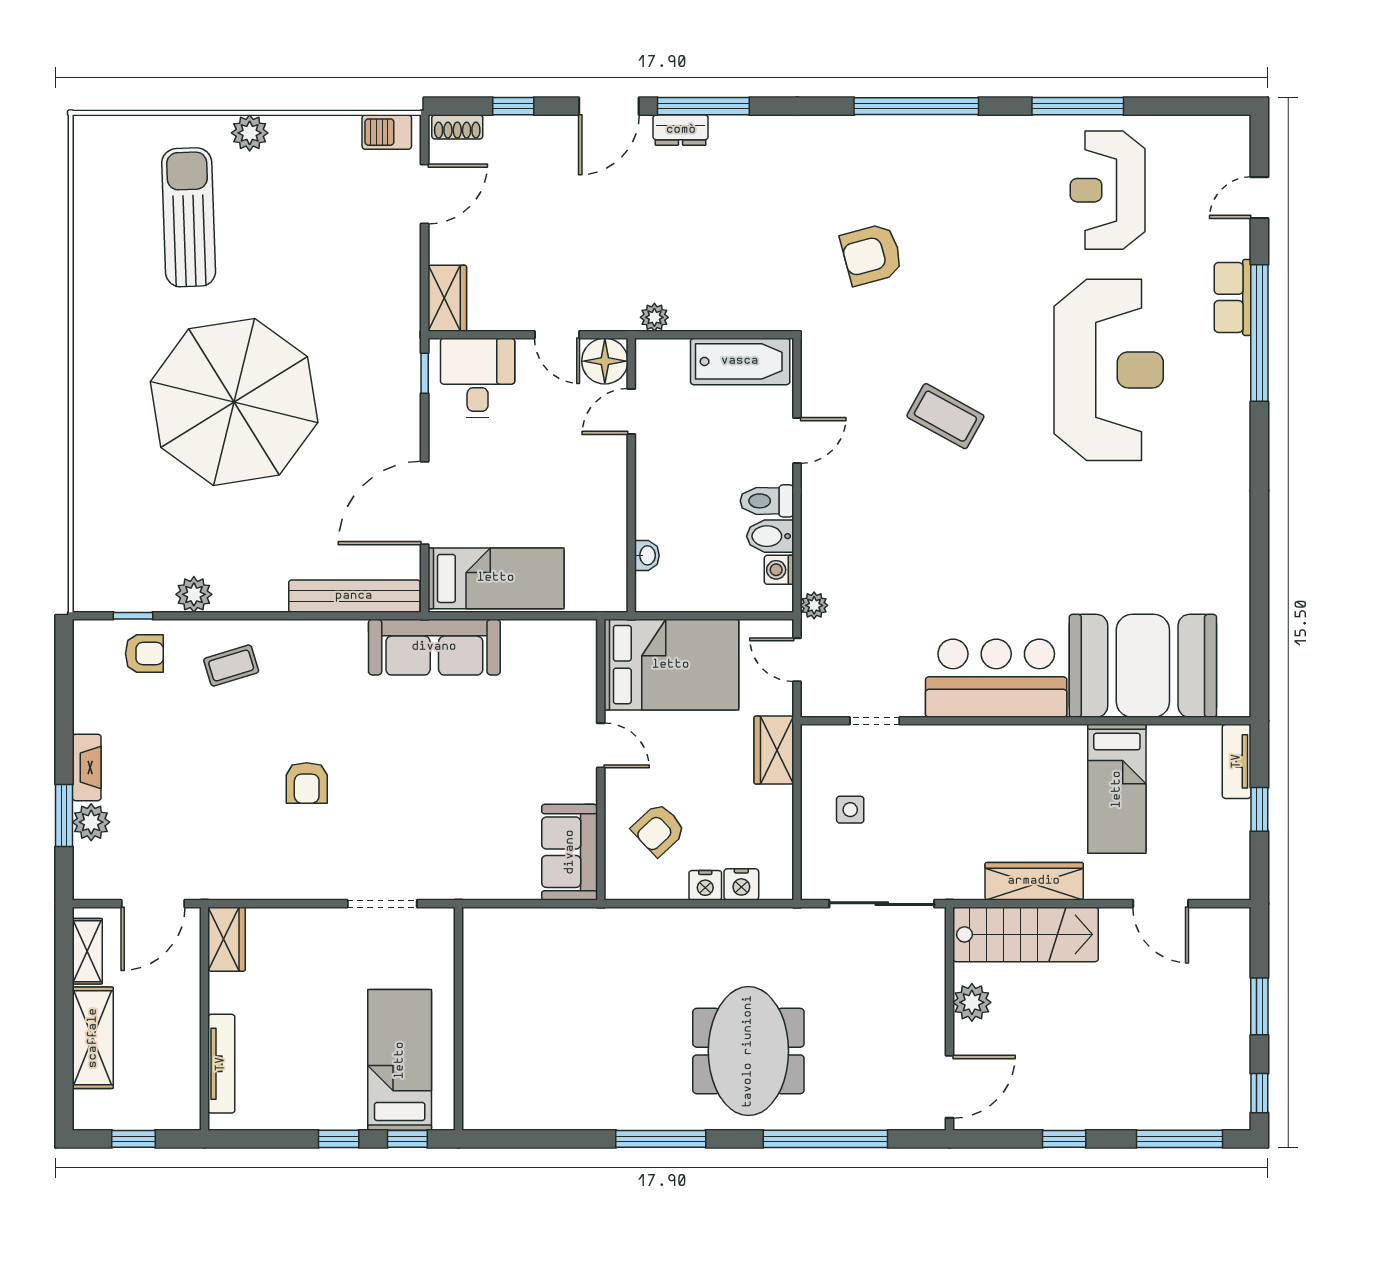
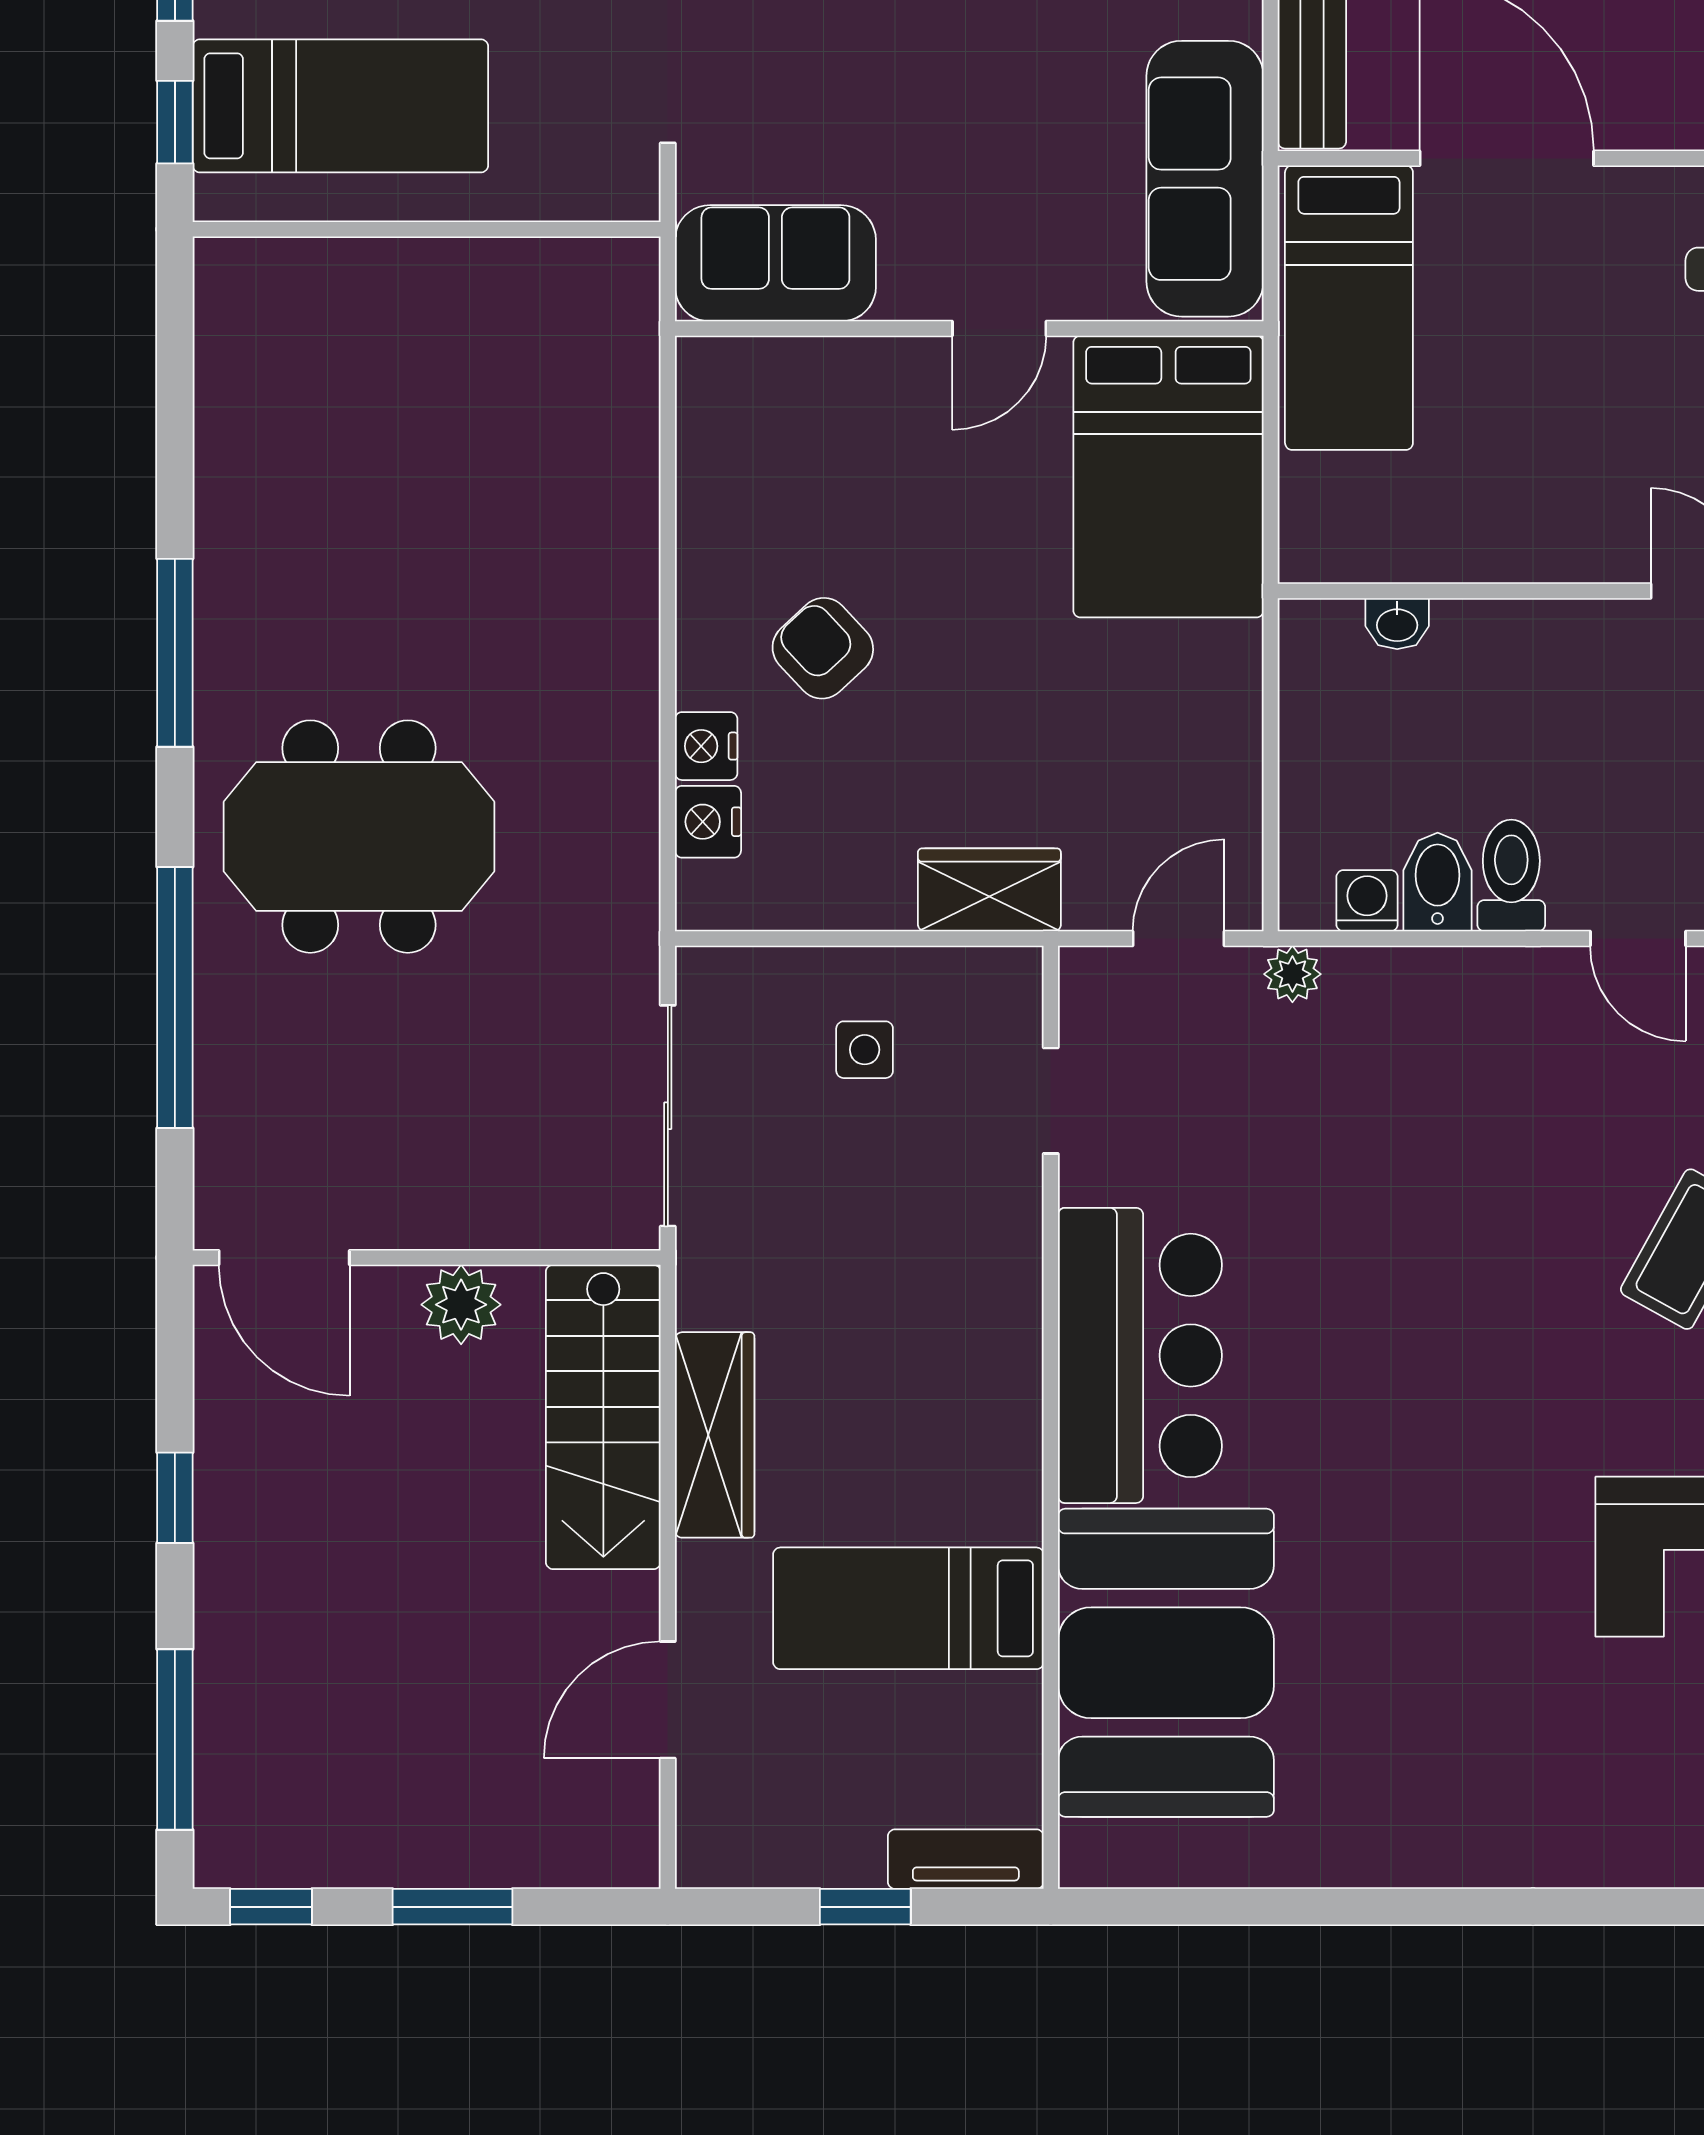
bed: (671, 665) -> (1168, 477), moved
door: (601, 745) -> (999, 329), moved
wall: (601, 760) -> (969, 329), moved
sofa: (570, 852) -> (775, 263), moved

